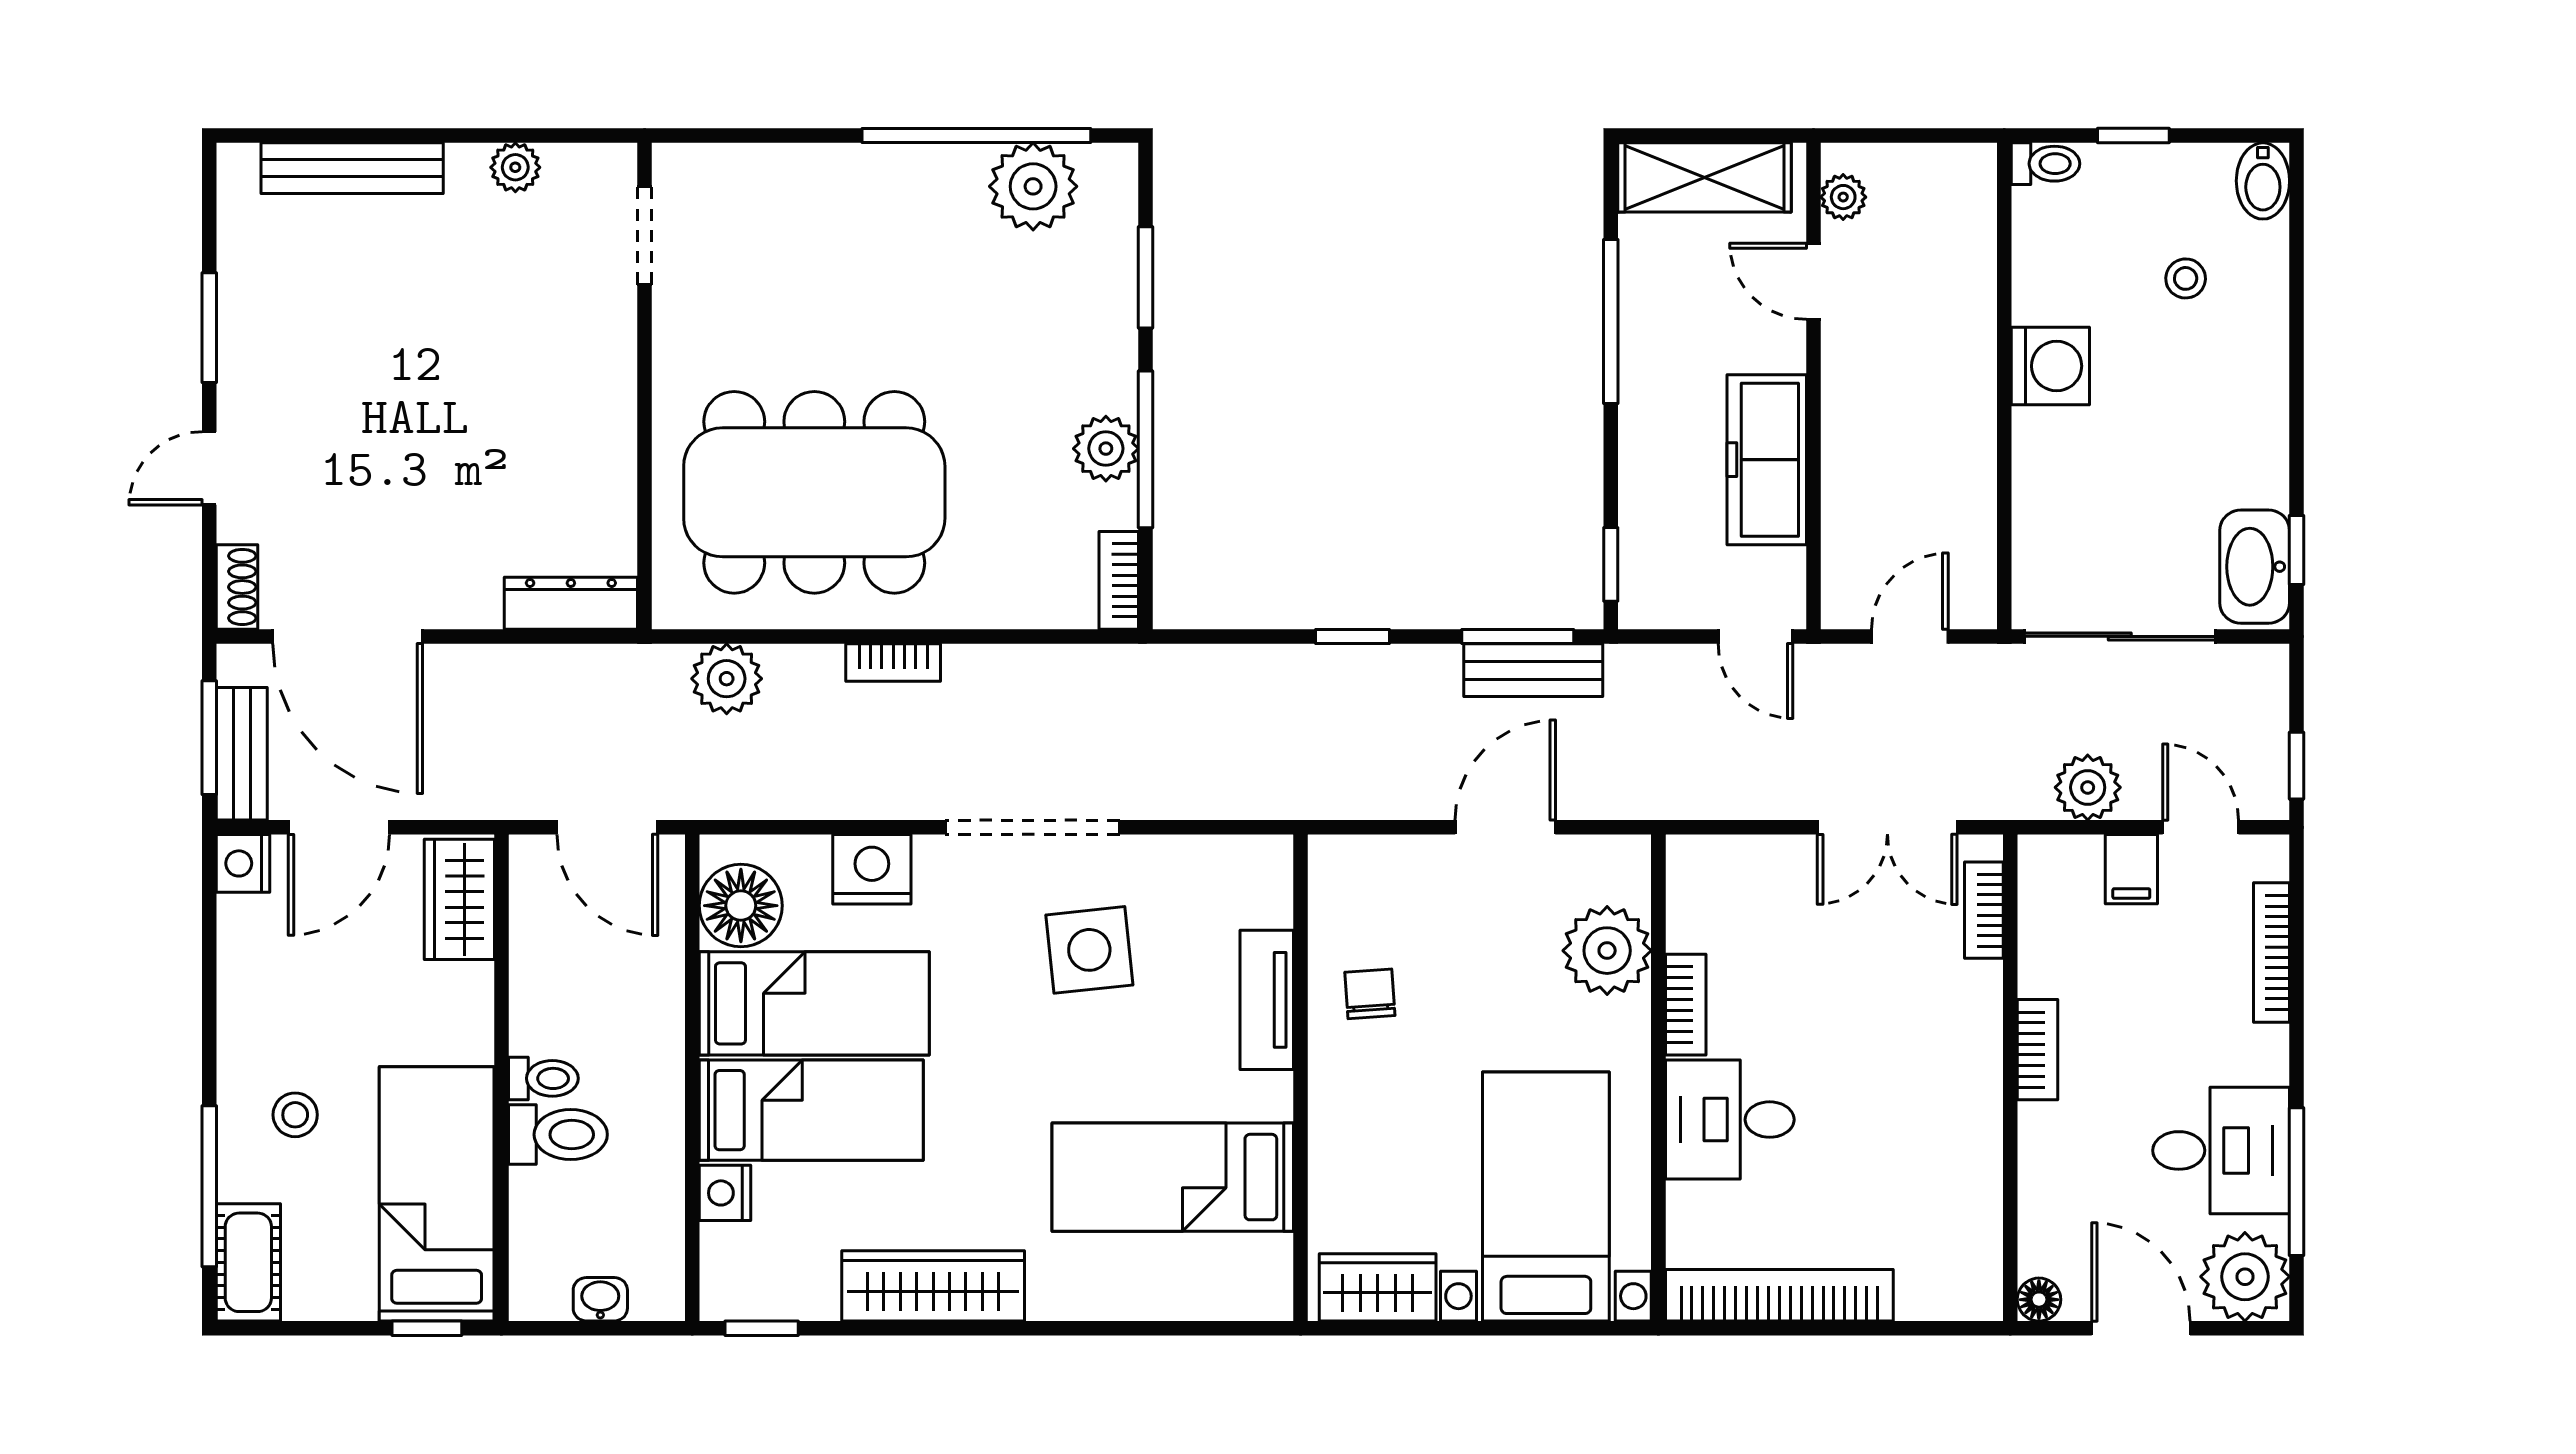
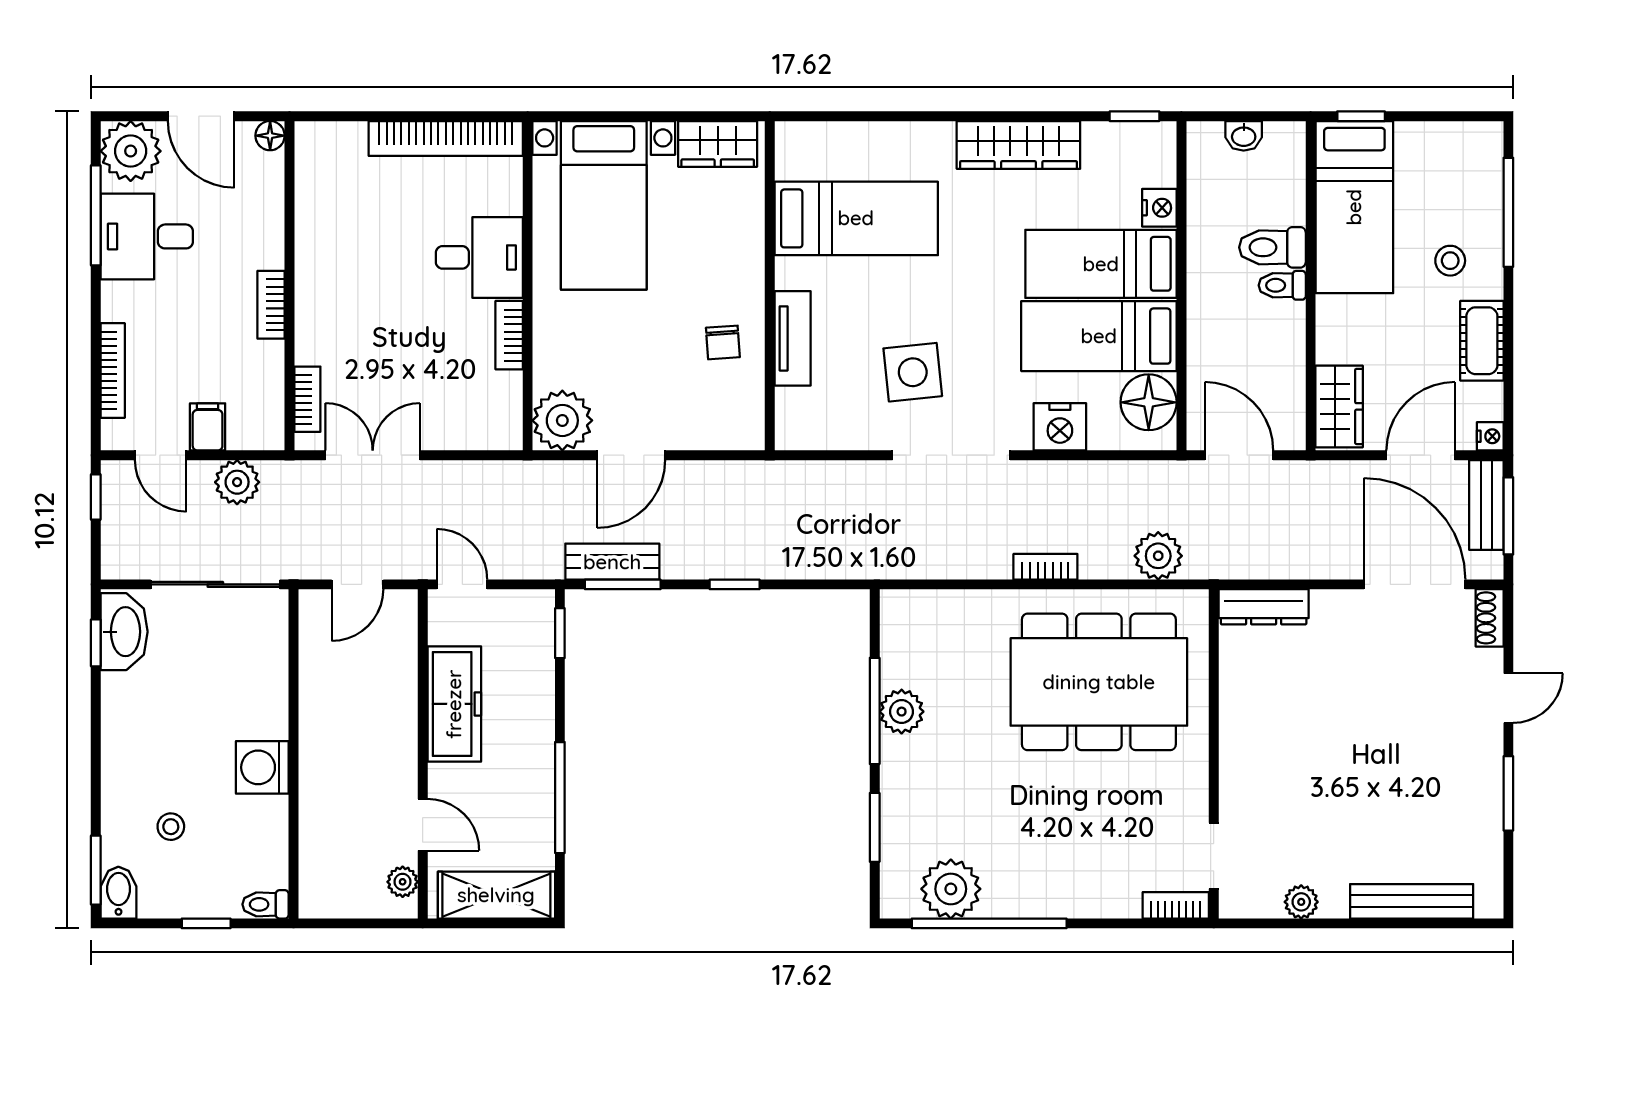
window: (2297, 214) -> (96, 870), added
bookcase: (1119, 580) -> (1176, 905), moved, turned -90
nightstand: (243, 863) -> (1490, 436), width x0.72, depth x0.74
plant: (1607, 951) -> (562, 420), moved
cot: (248, 1262) -> (1482, 341), moved

